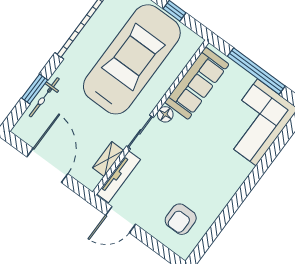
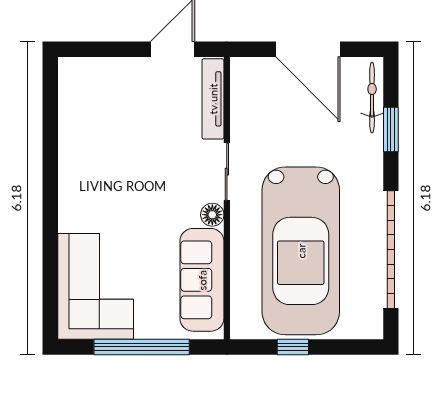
bicycle: (44, 97) -> (372, 98), moved
shelving: (108, 159) -> (241, 111), removed
armchair: (181, 219) -> (101, 103), removed

